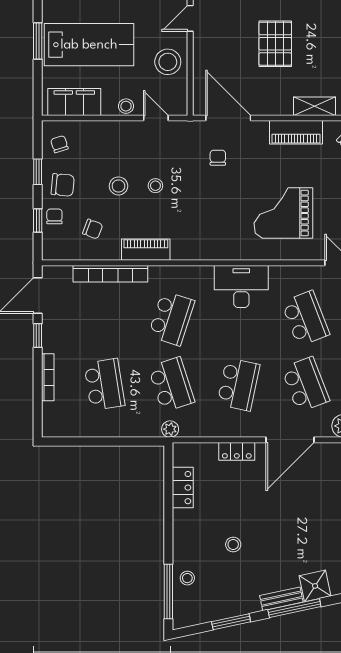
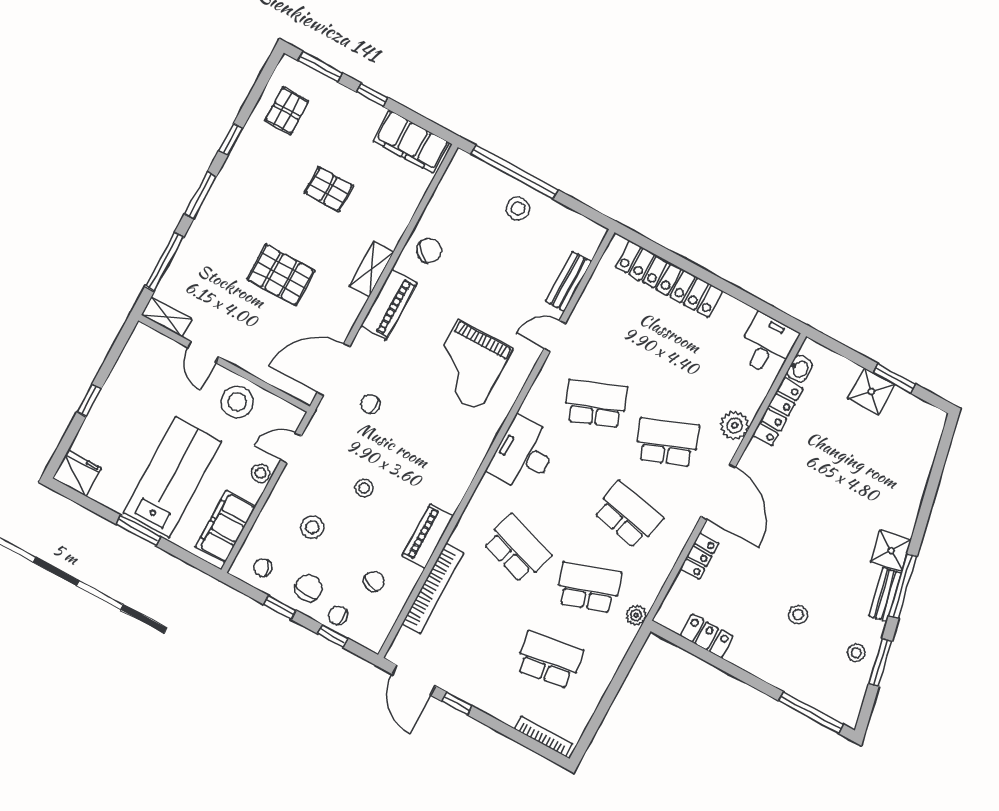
stool: (118, 186) -> (312, 527), moved
bookcase: (48, 377) -> (543, 736), moved
stool: (187, 578) -> (856, 653), moved

